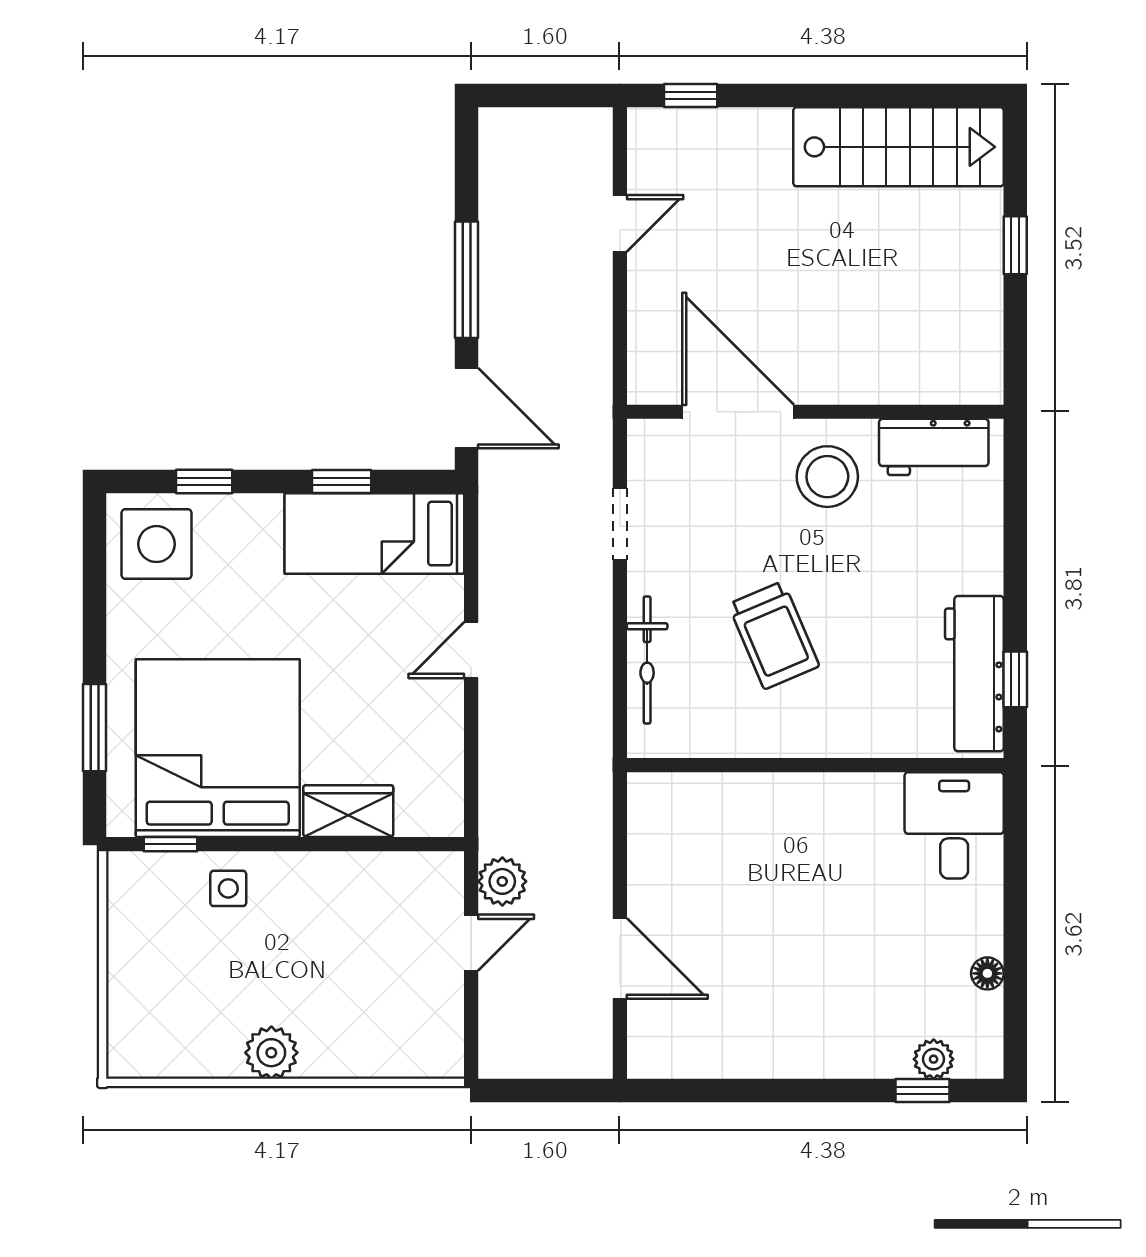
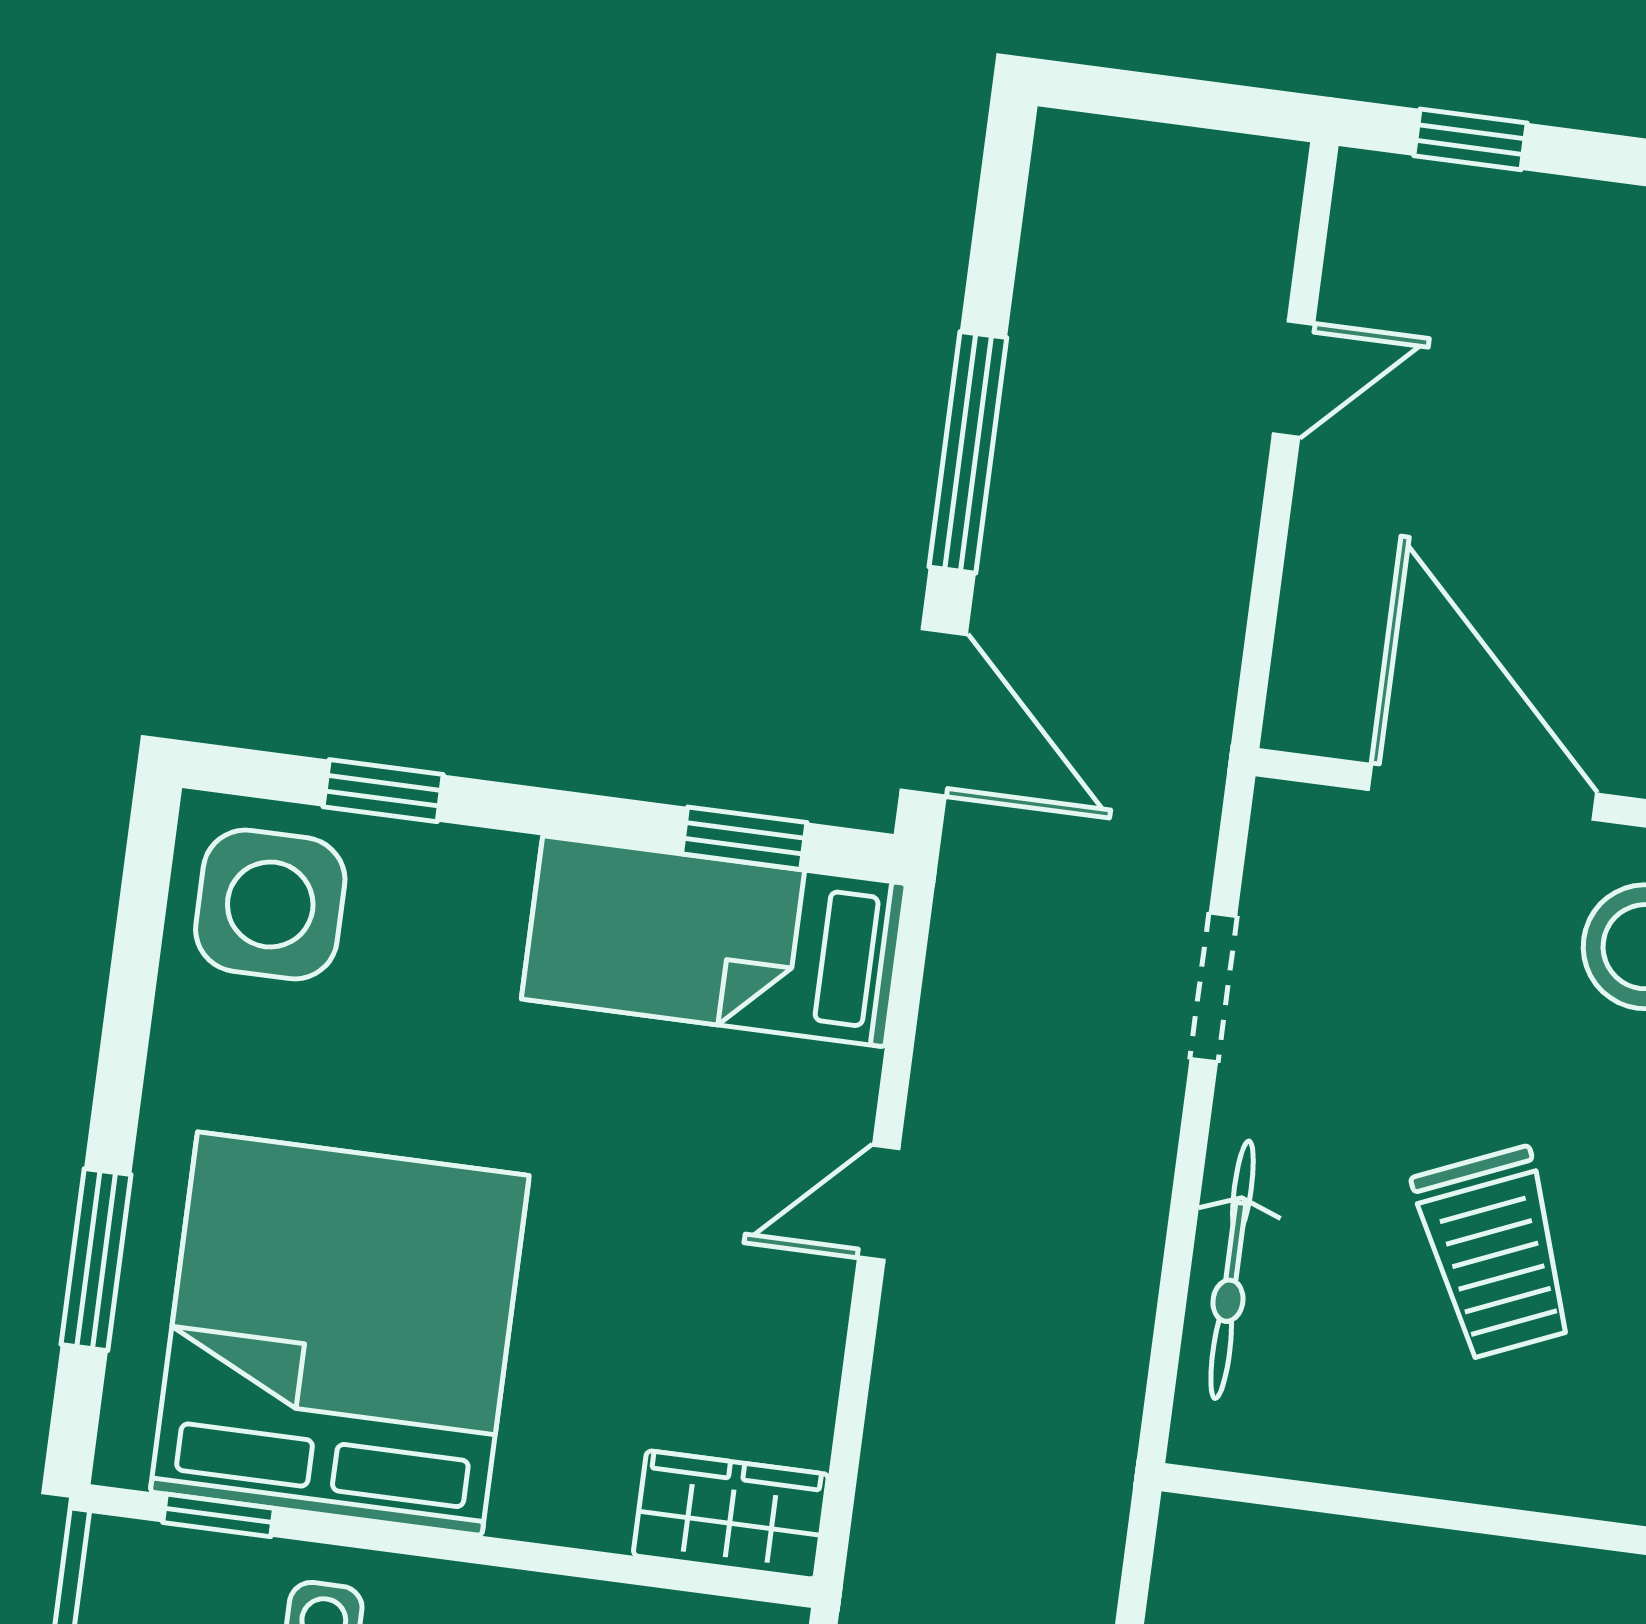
window: (342, 482) -> (744, 838), moved
wardrobe: (348, 811) -> (731, 1515), moved

